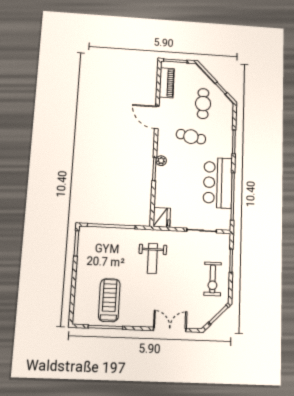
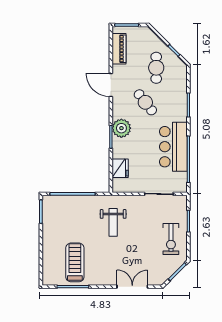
cafe table: (191, 137) -> (145, 102), turned 41
plant: (161, 161) -> (121, 128), width x1.88, depth x1.88
fridge: (162, 217) -> (120, 168), moved

